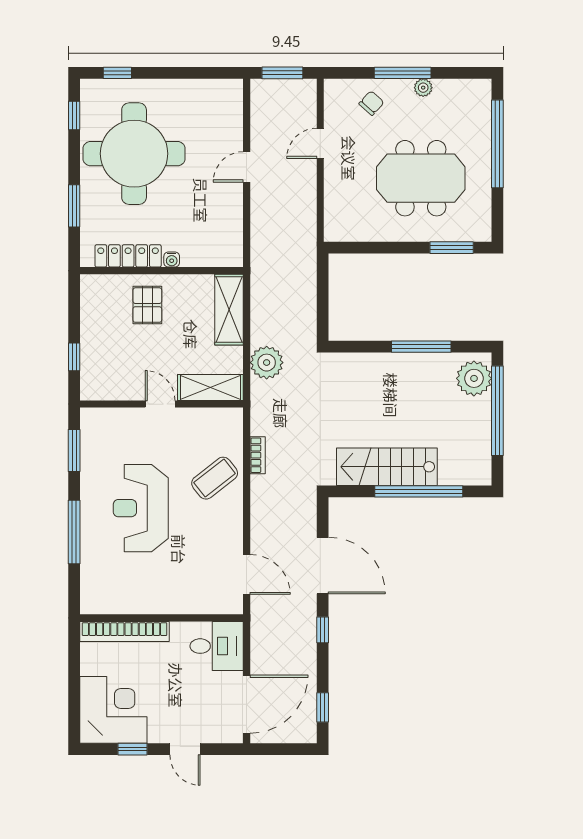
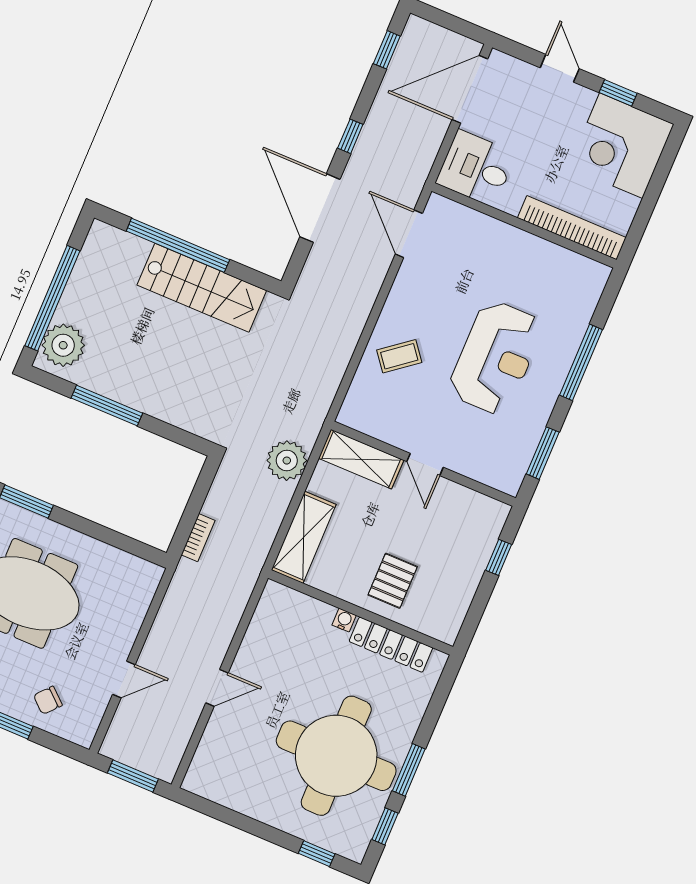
window: (74, 206) -> (409, 770), moved
bookcase: (258, 455) -> (198, 538), moved, turned 180
coffee table: (215, 478) -> (399, 356), width x0.73, depth x0.77

